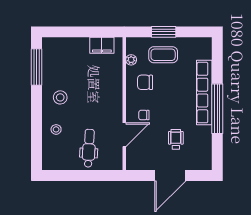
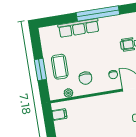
filing cabinet: (102, 45) -> (59, 115), width x0.50
row of seats: (204, 93) -> (79, 28), width x0.73

